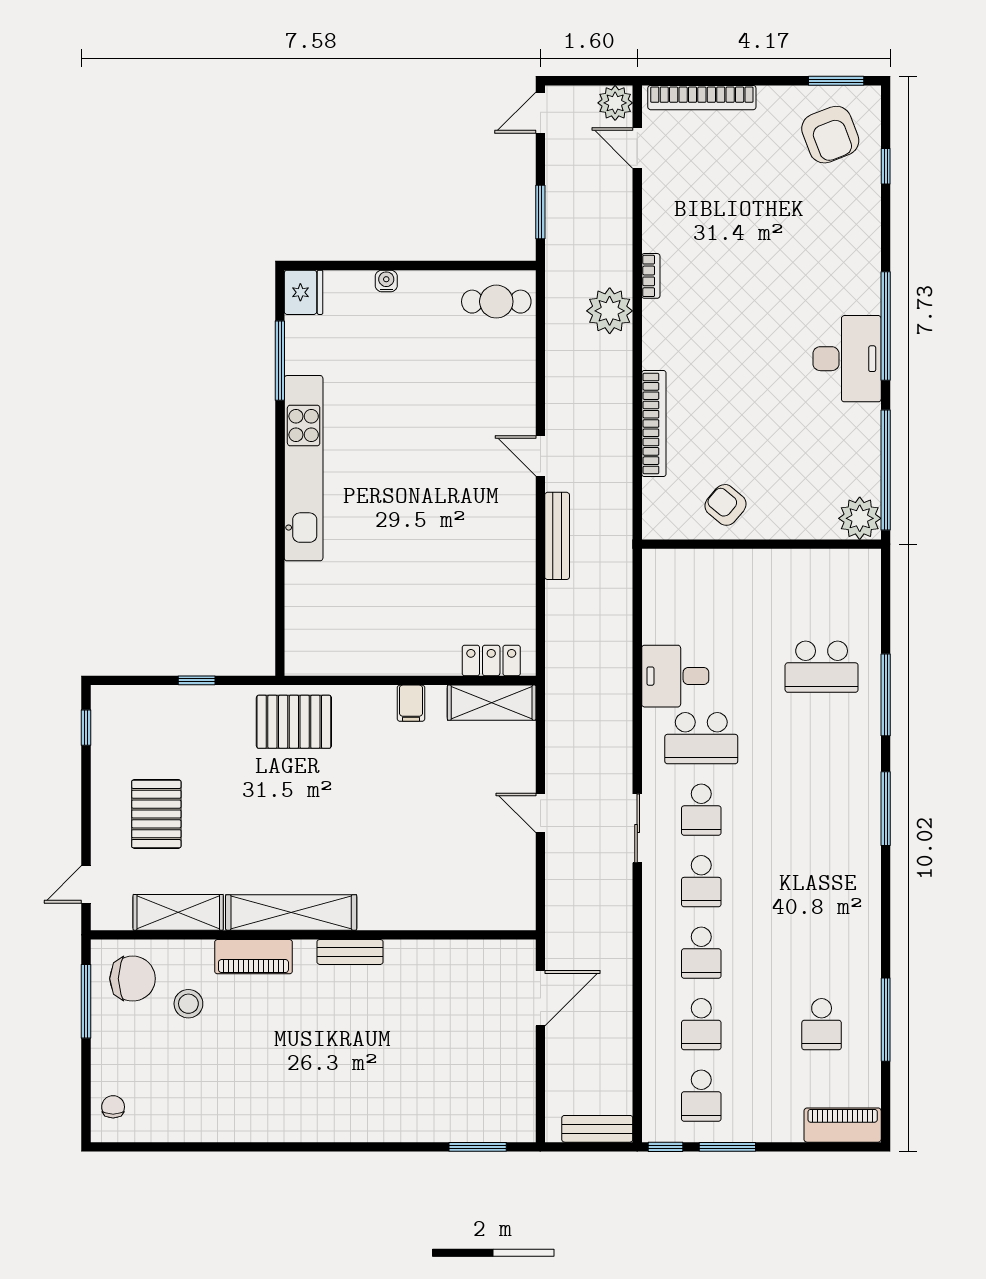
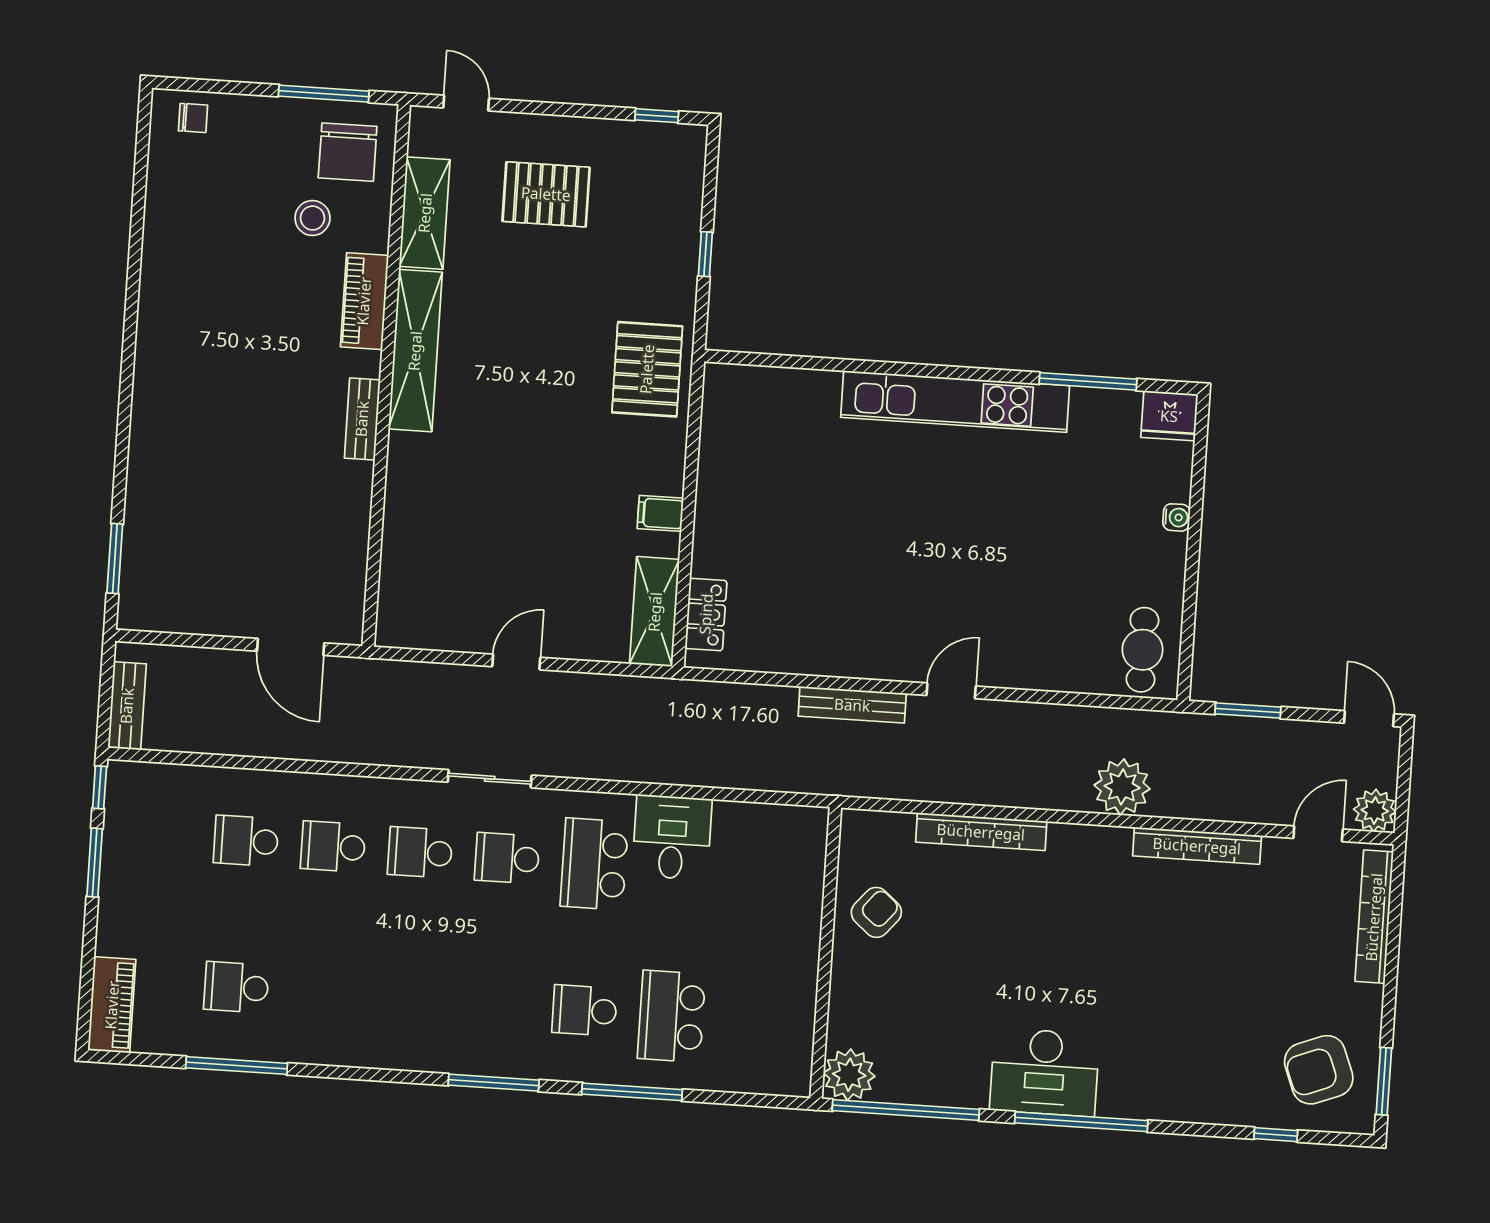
bookcase: (651, 276) -> (1197, 846), width x2.31, depth x1.31
school desk: (701, 1096) -> (584, 1010), moved

